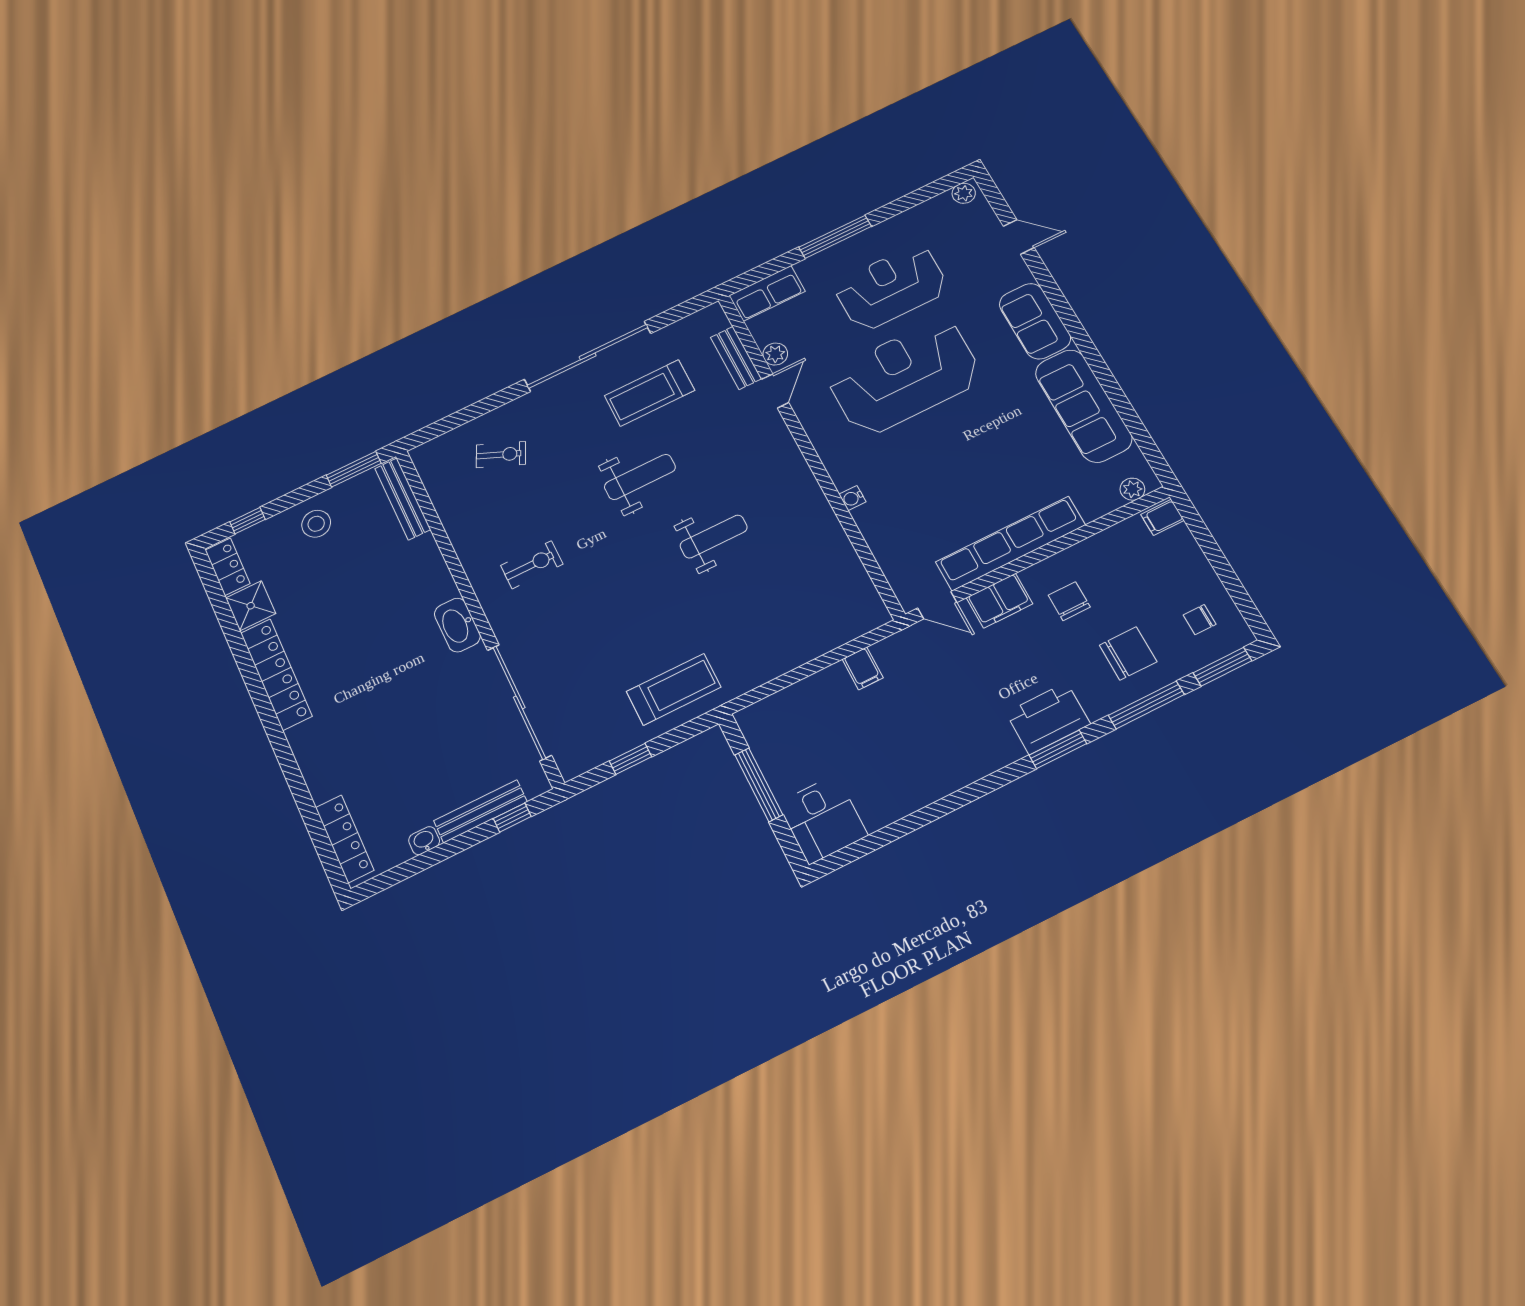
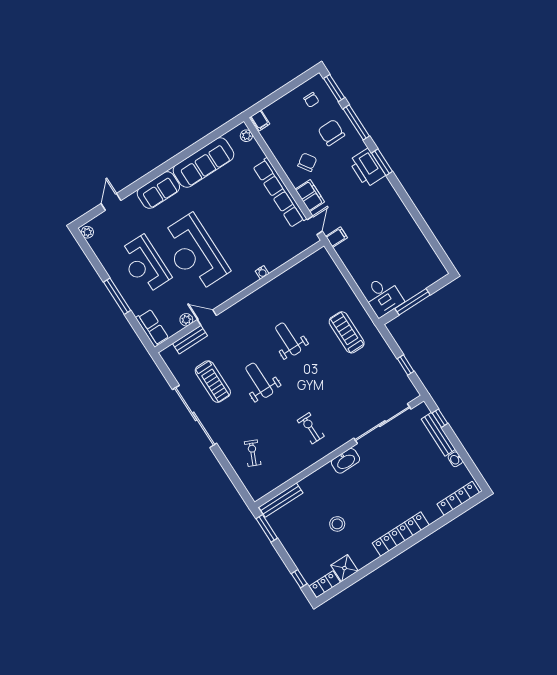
stool: (316, 524) -> (337, 524), moved
chair: (1069, 601) -> (307, 162), turned 146
filing cabinet: (863, 668) -> (336, 237), moved
locker: (276, 674) -> (401, 534), moved
treadmill: (674, 689) -> (347, 332), moved
desk: (823, 819) -> (383, 296), moved, turned 90

